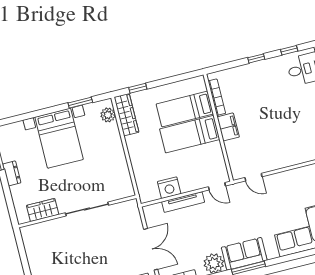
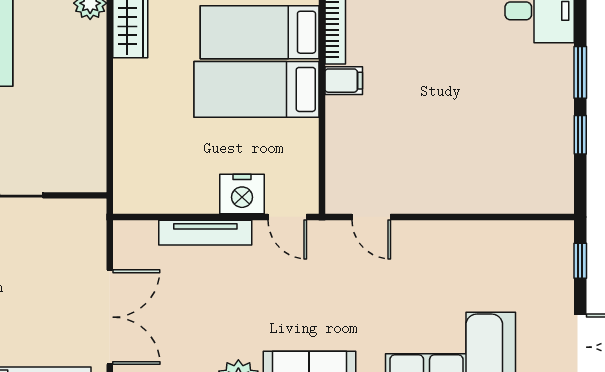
filing cabinet: (228, 127) -> (344, 81), width x0.50
nightstand: (169, 188) -> (242, 194), moved

